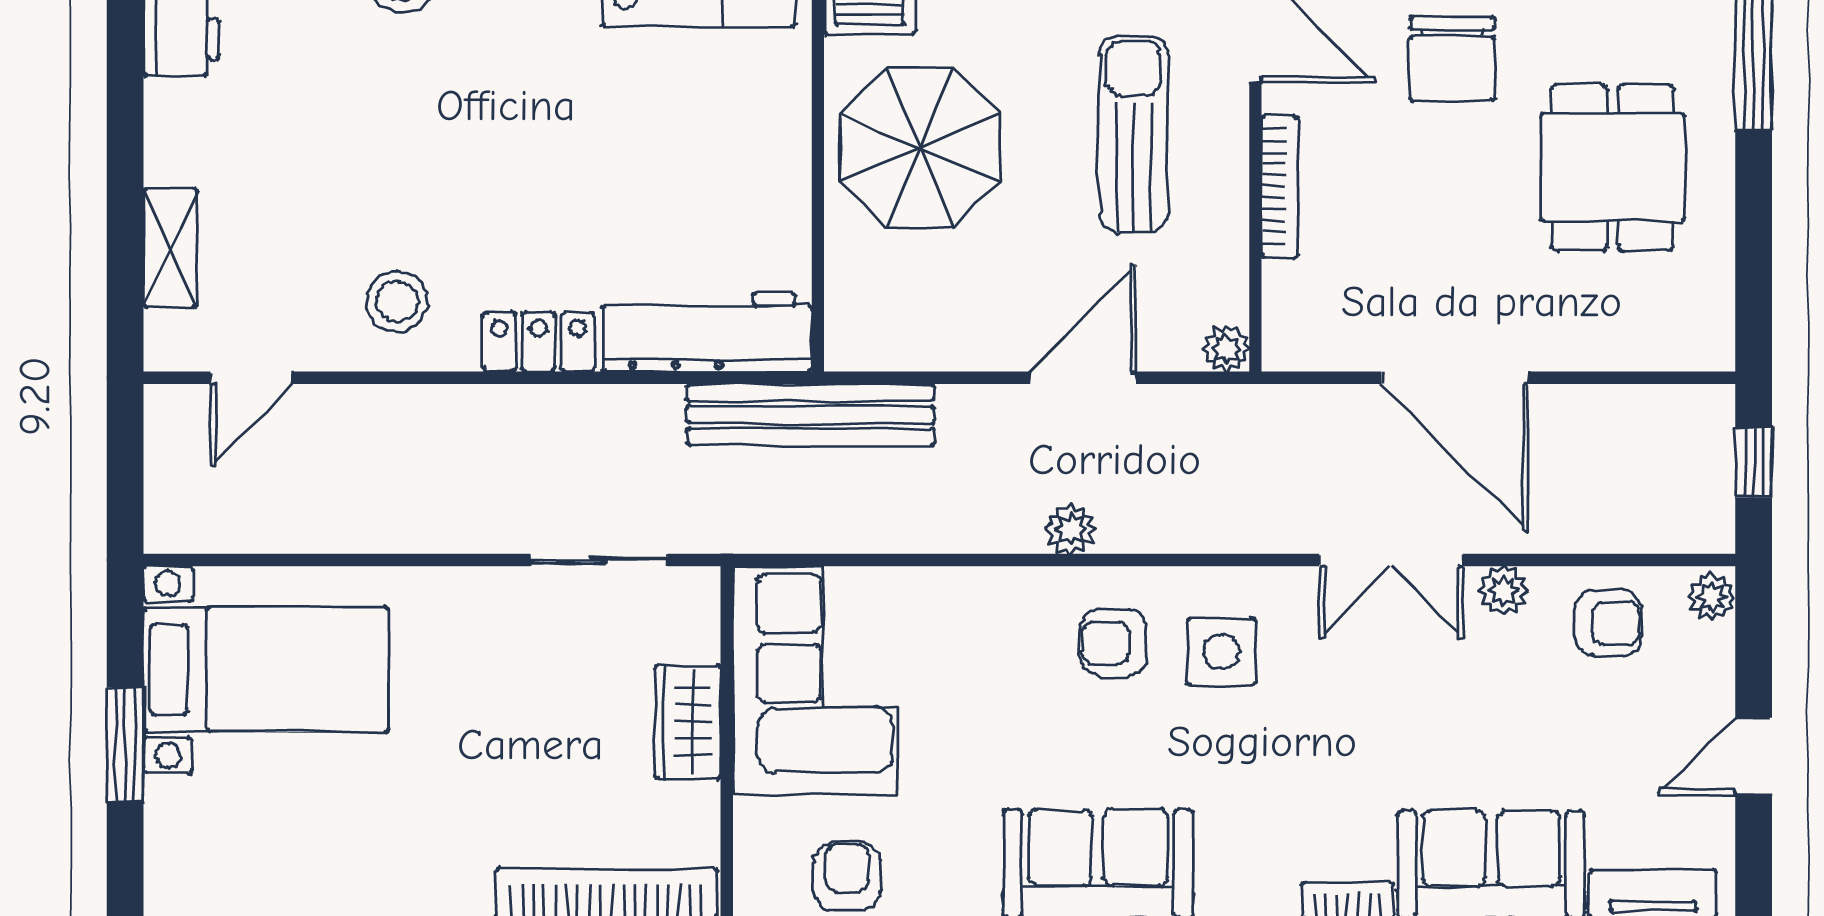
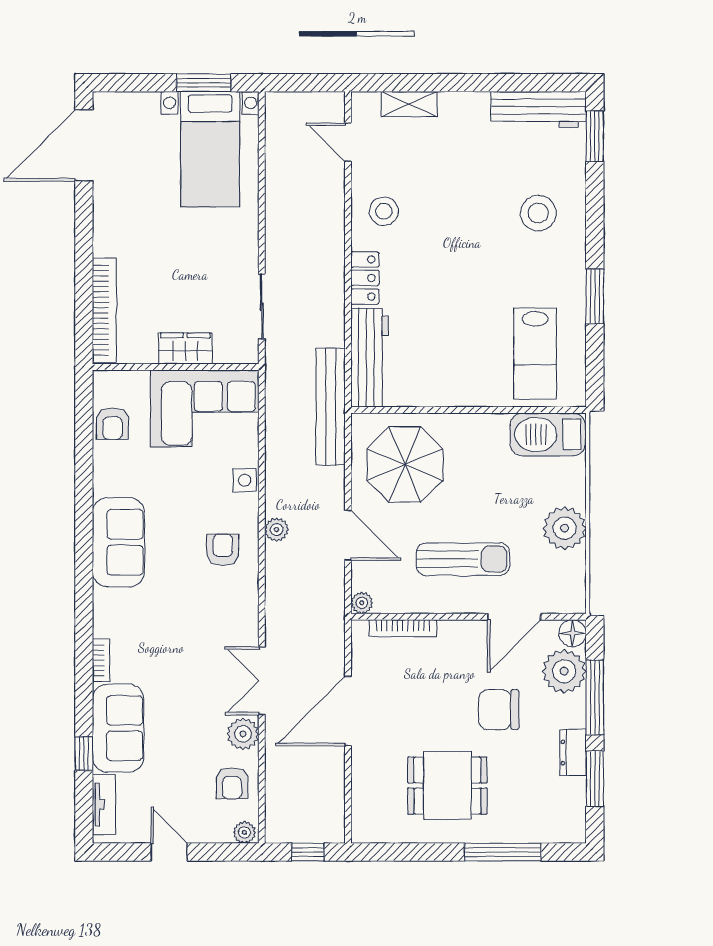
parasol: (920, 148) -> (405, 464), moved
bookcase: (1280, 186) -> (403, 628), moved
plant: (1503, 591) -> (243, 734), width x1.38, depth x1.38
side table: (1221, 651) -> (245, 480), moved, width x0.73, depth x0.73
window: (125, 745) -> (204, 83), moved
armchair: (847, 876) -> (113, 424), turned 90

